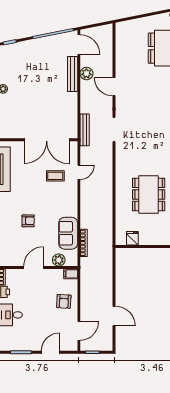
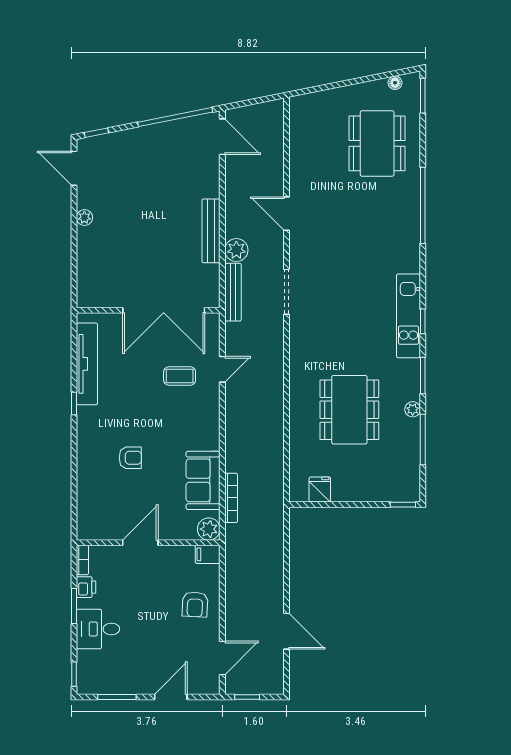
bench: (73, 74) -> (211, 231), moved
plant: (86, 74) -> (236, 250), moved
plant: (59, 260) -> (209, 529), moved

